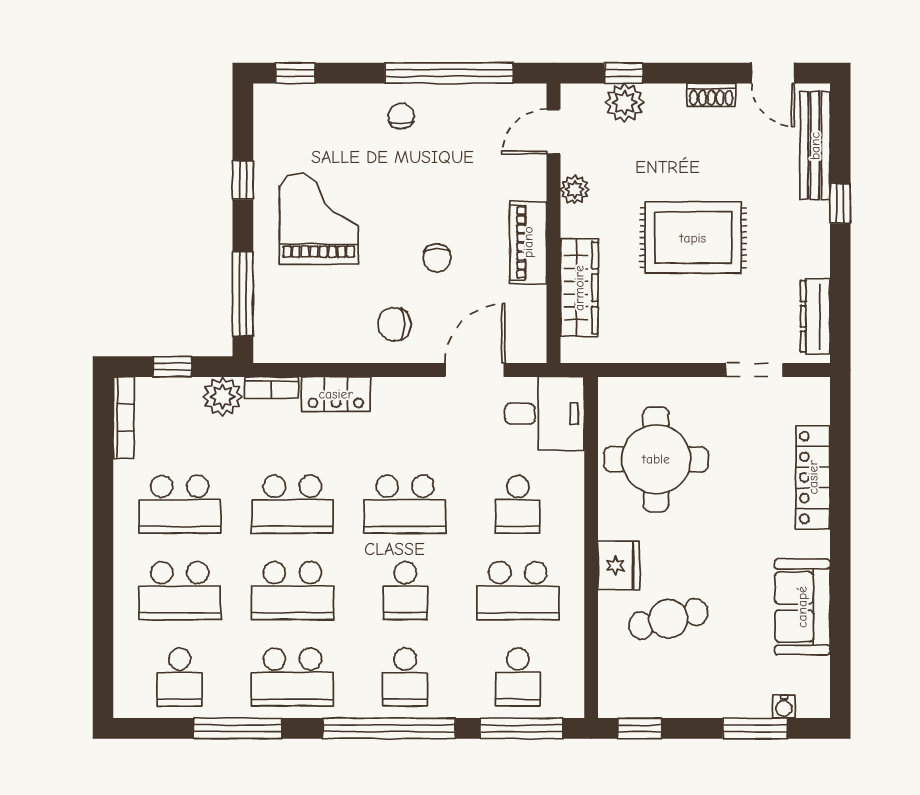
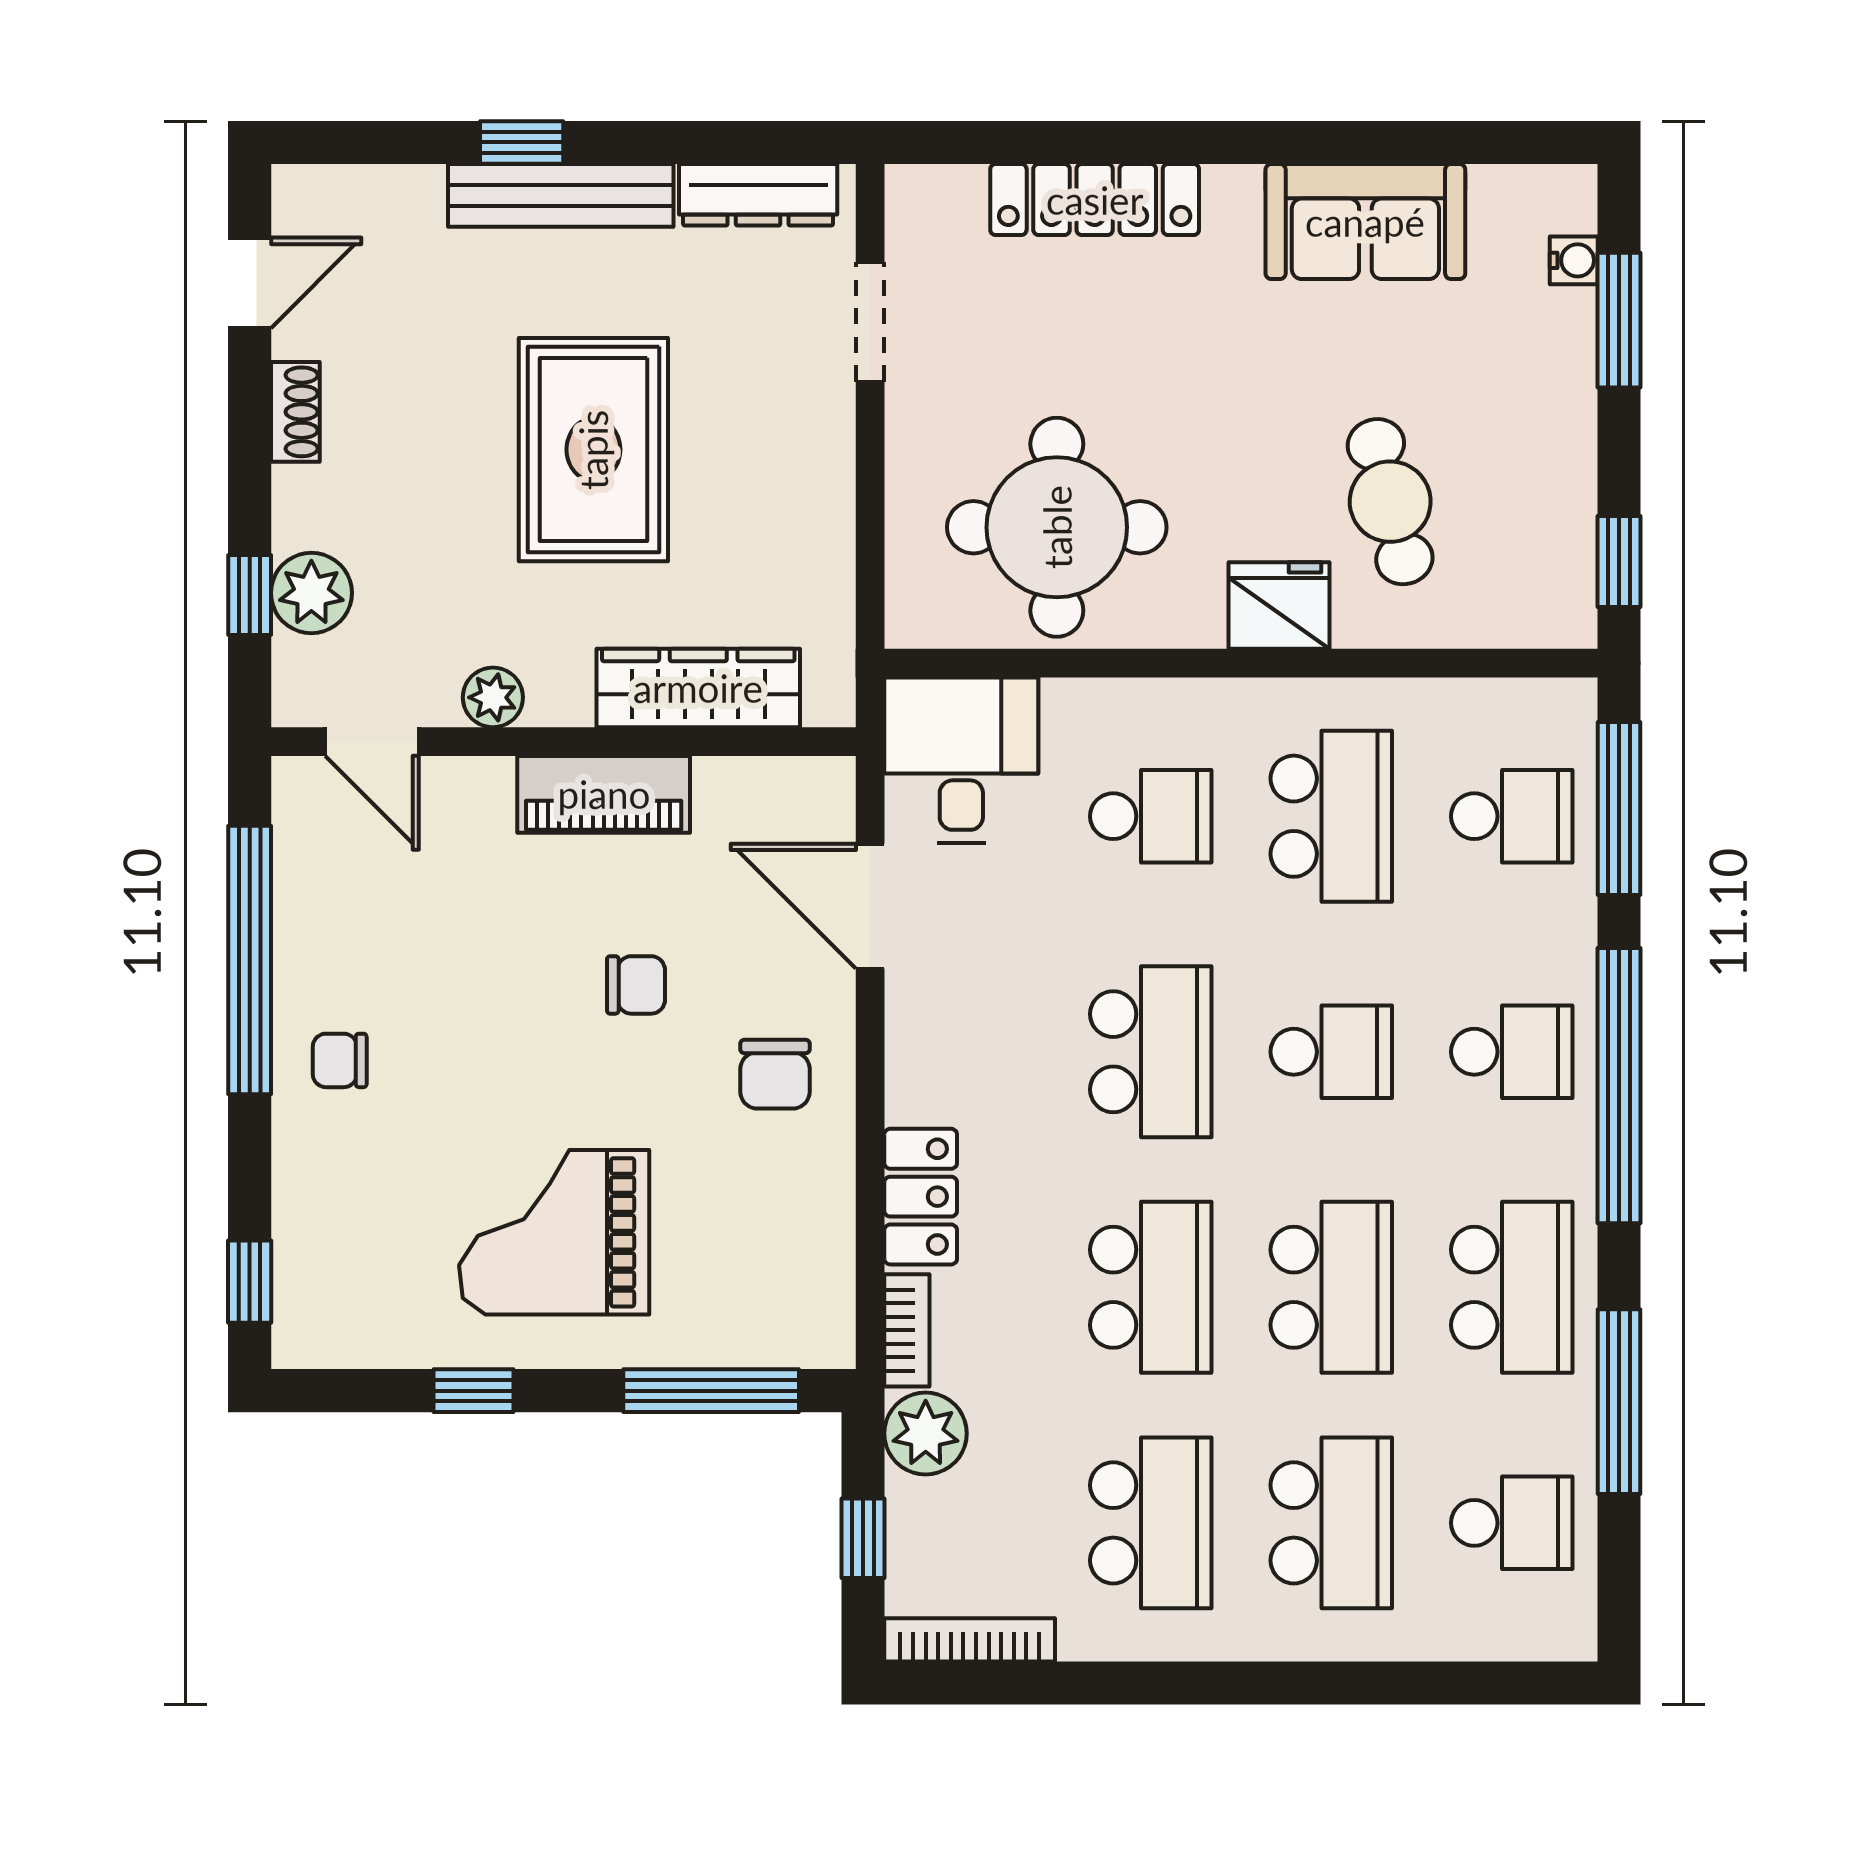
bench: (815, 146) -> (561, 195), moved

